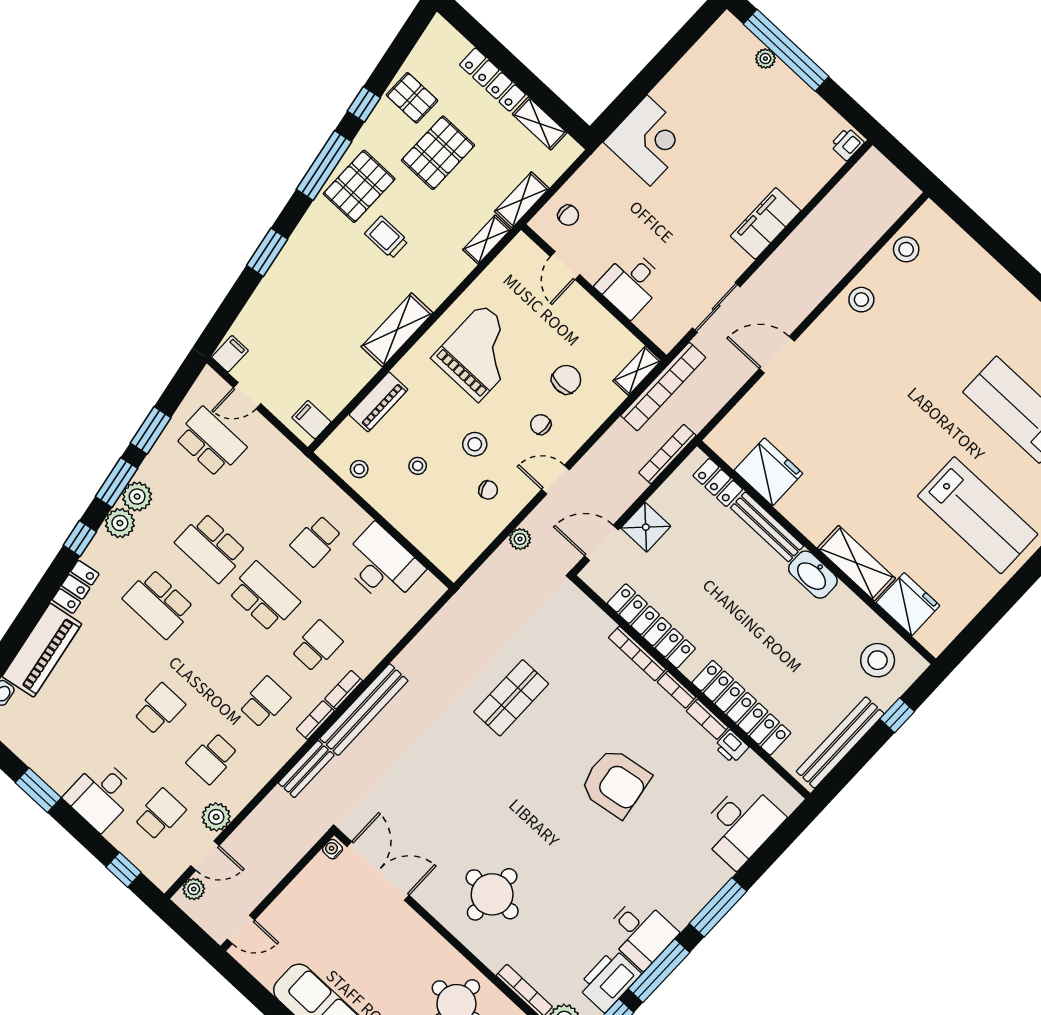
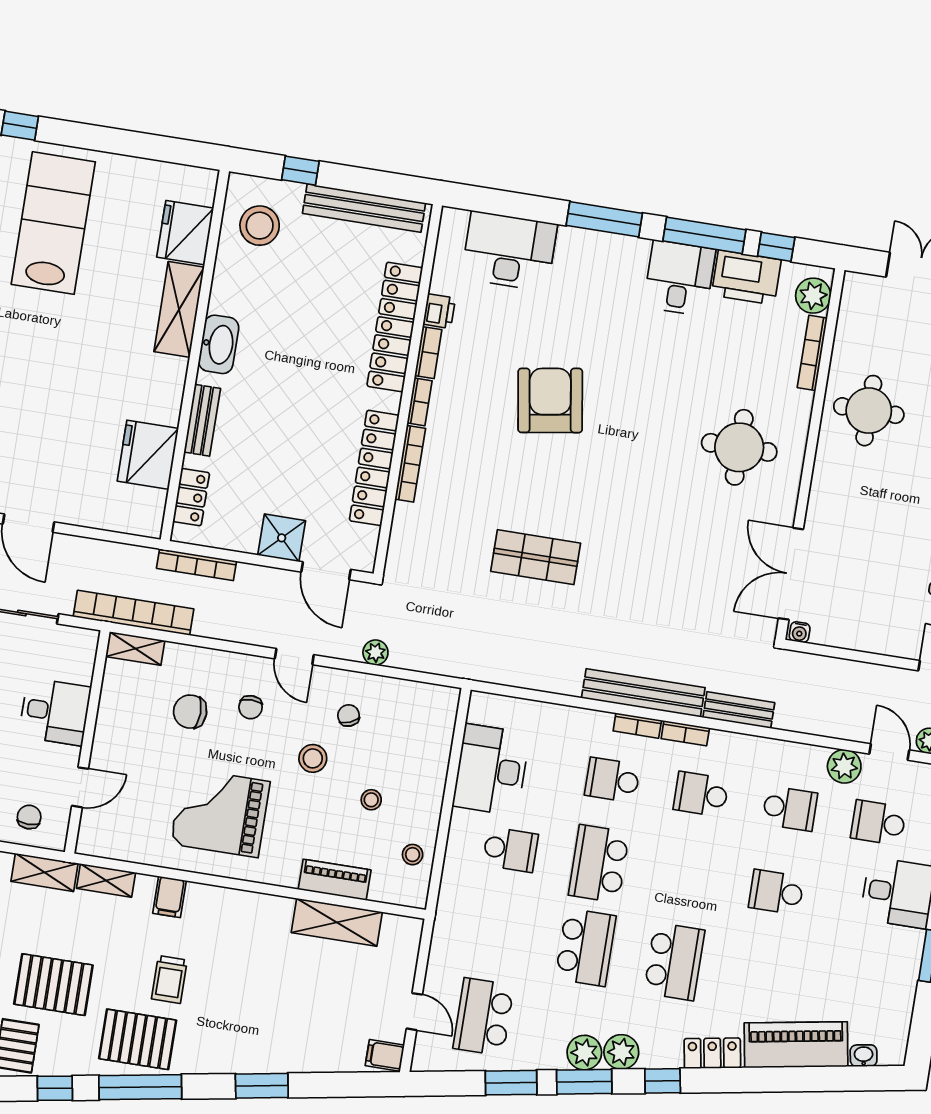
shelving: (397, 330) -> (337, 922), moved
filing cabinet: (311, 420) -> (169, 897), moved
bench: (767, 527) -> (202, 420), width x0.73

